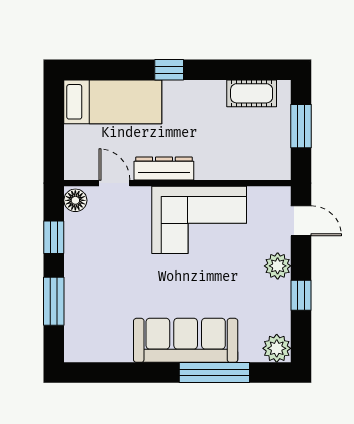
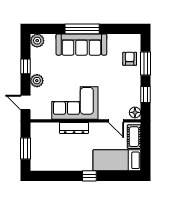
cot: (252, 93) -> (134, 137), moved, turned 90
dresser: (164, 168) -> (74, 128), moved
armchair: (86, 311) -> (130, 59), added
window: (214, 373) -> (82, 29), moved

